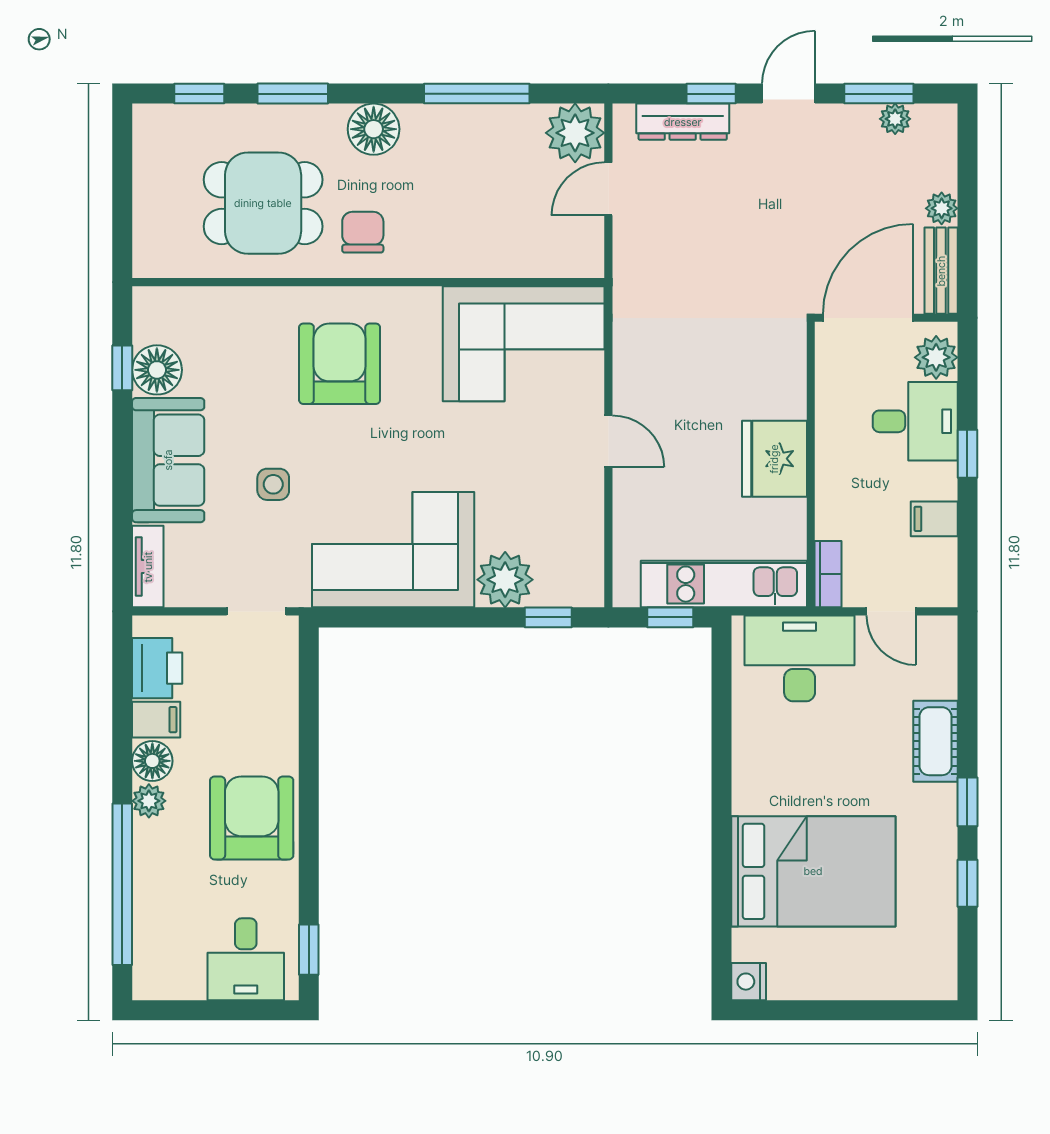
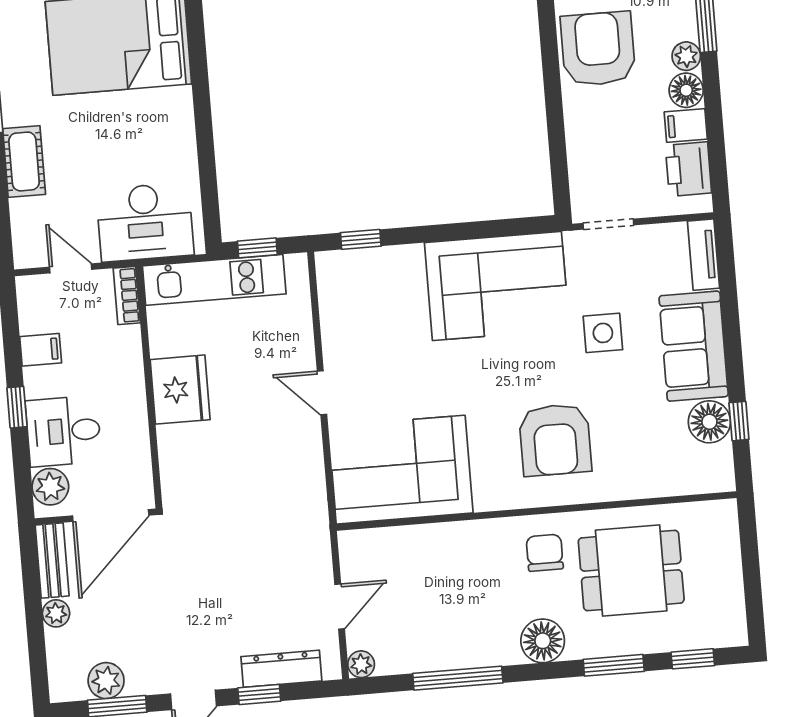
plant: (895, 119) -> (106, 681), width x1.38, depth x1.38
plant: (575, 133) -> (361, 664), width x0.53, depth x0.53
chair: (363, 232) -> (545, 553), turned 180
side table: (273, 484) -> (603, 333), width x1.37, depth x1.37
plant: (505, 580) -> (400, 268), removed
armchair: (252, 818) -> (598, 49), turned 180

